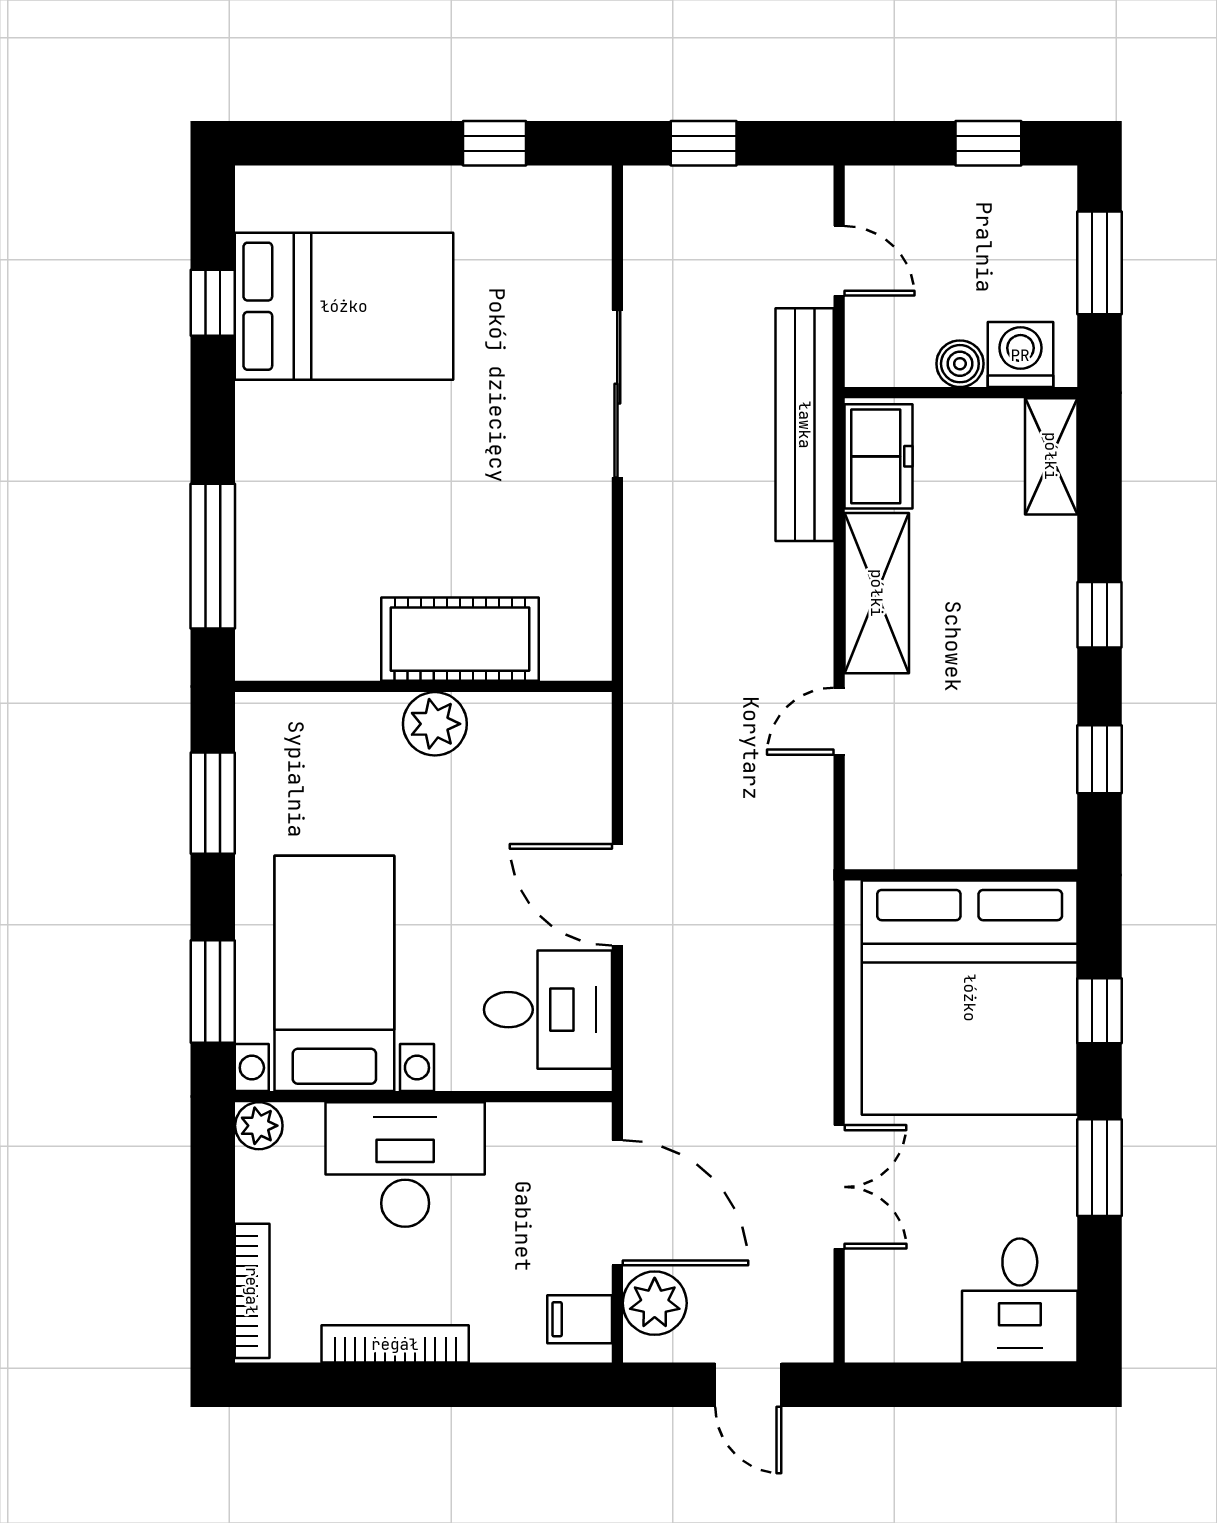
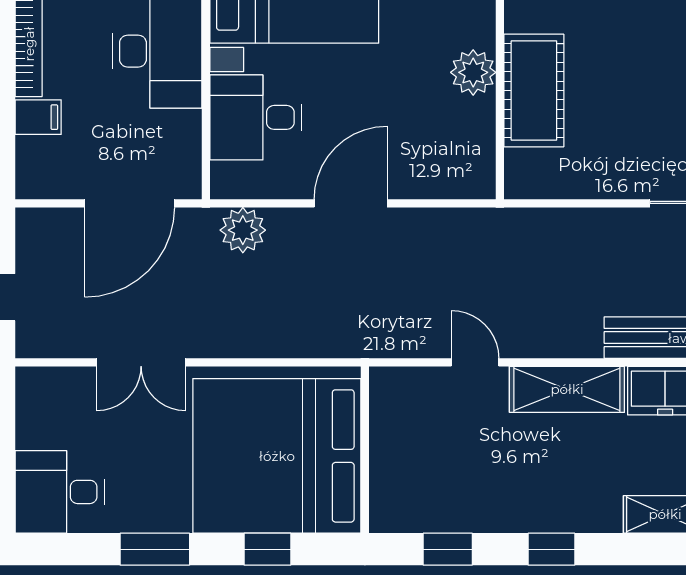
desk: (548, 1010) -> (256, 117), moved, turned 90
plant: (655, 1303) -> (243, 230), moved
filing cabinet: (580, 1319) -> (38, 117), moved, turned 90

